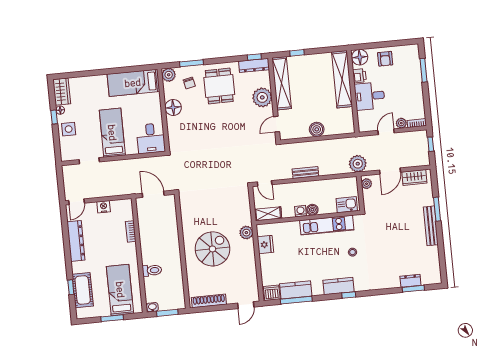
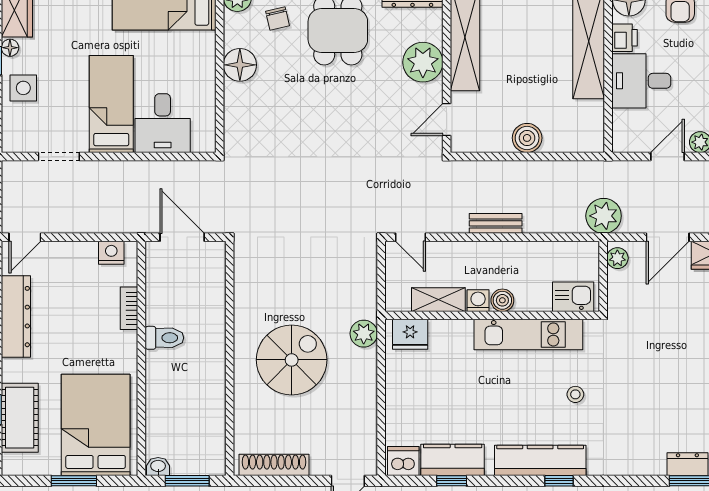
desk: (151, 138) -> (163, 123), moved
nightstand: (104, 207) -> (111, 253), moved
shelving: (268, 214) -> (438, 300), moved
fridge: (265, 245) -> (410, 334), moved, turned 90
toilet: (152, 270) -> (164, 338), moved
kitchen counter: (339, 286) -> (540, 460), width x1.50
bed: (120, 290) -> (96, 425), width x1.50
window: (296, 300) -> (452, 481), width x0.46

